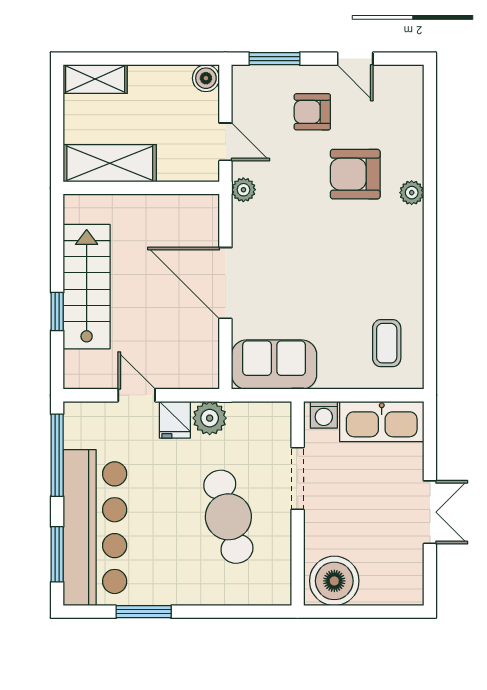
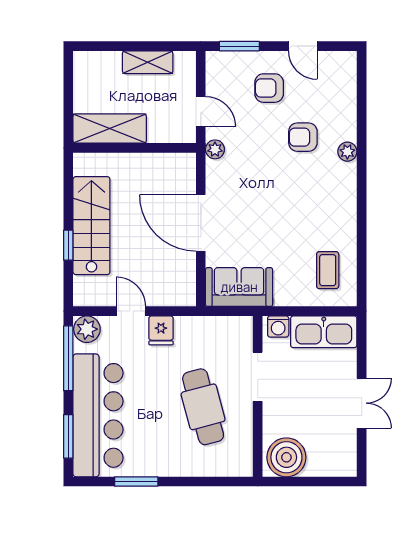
boiler: (206, 78) -> (185, 62), removed
shelving: (95, 79) -> (148, 62), moved
armchair: (355, 174) -> (303, 137), width x0.72, depth x0.72
plant: (210, 418) -> (87, 329), moved

